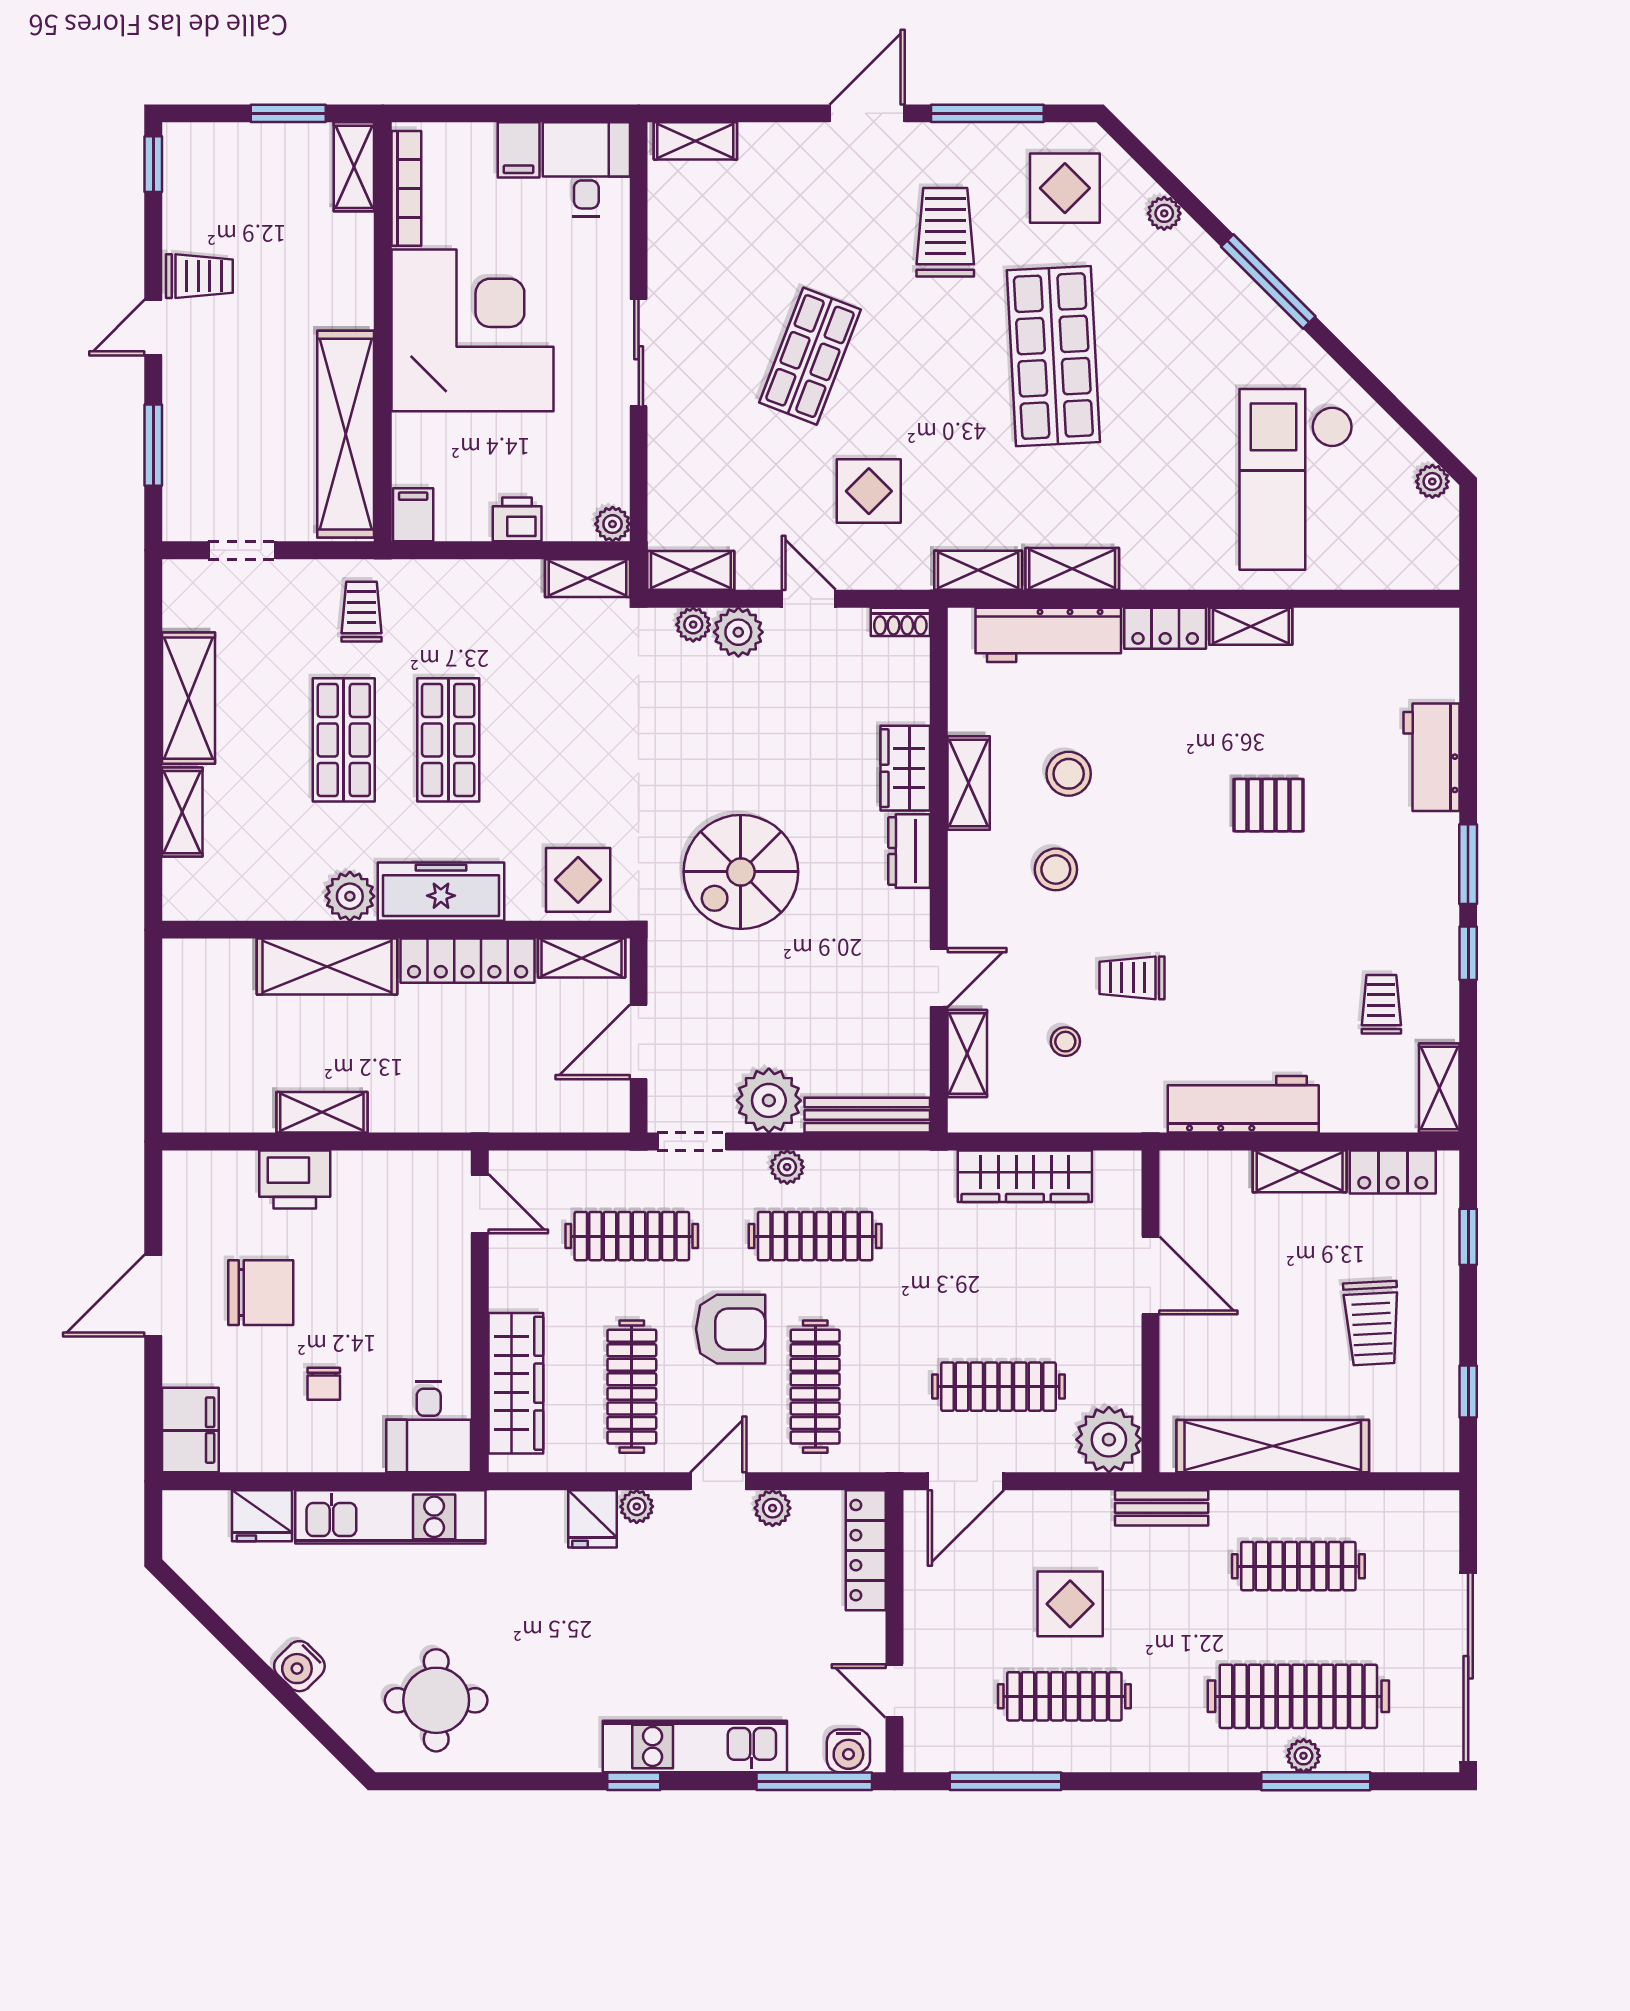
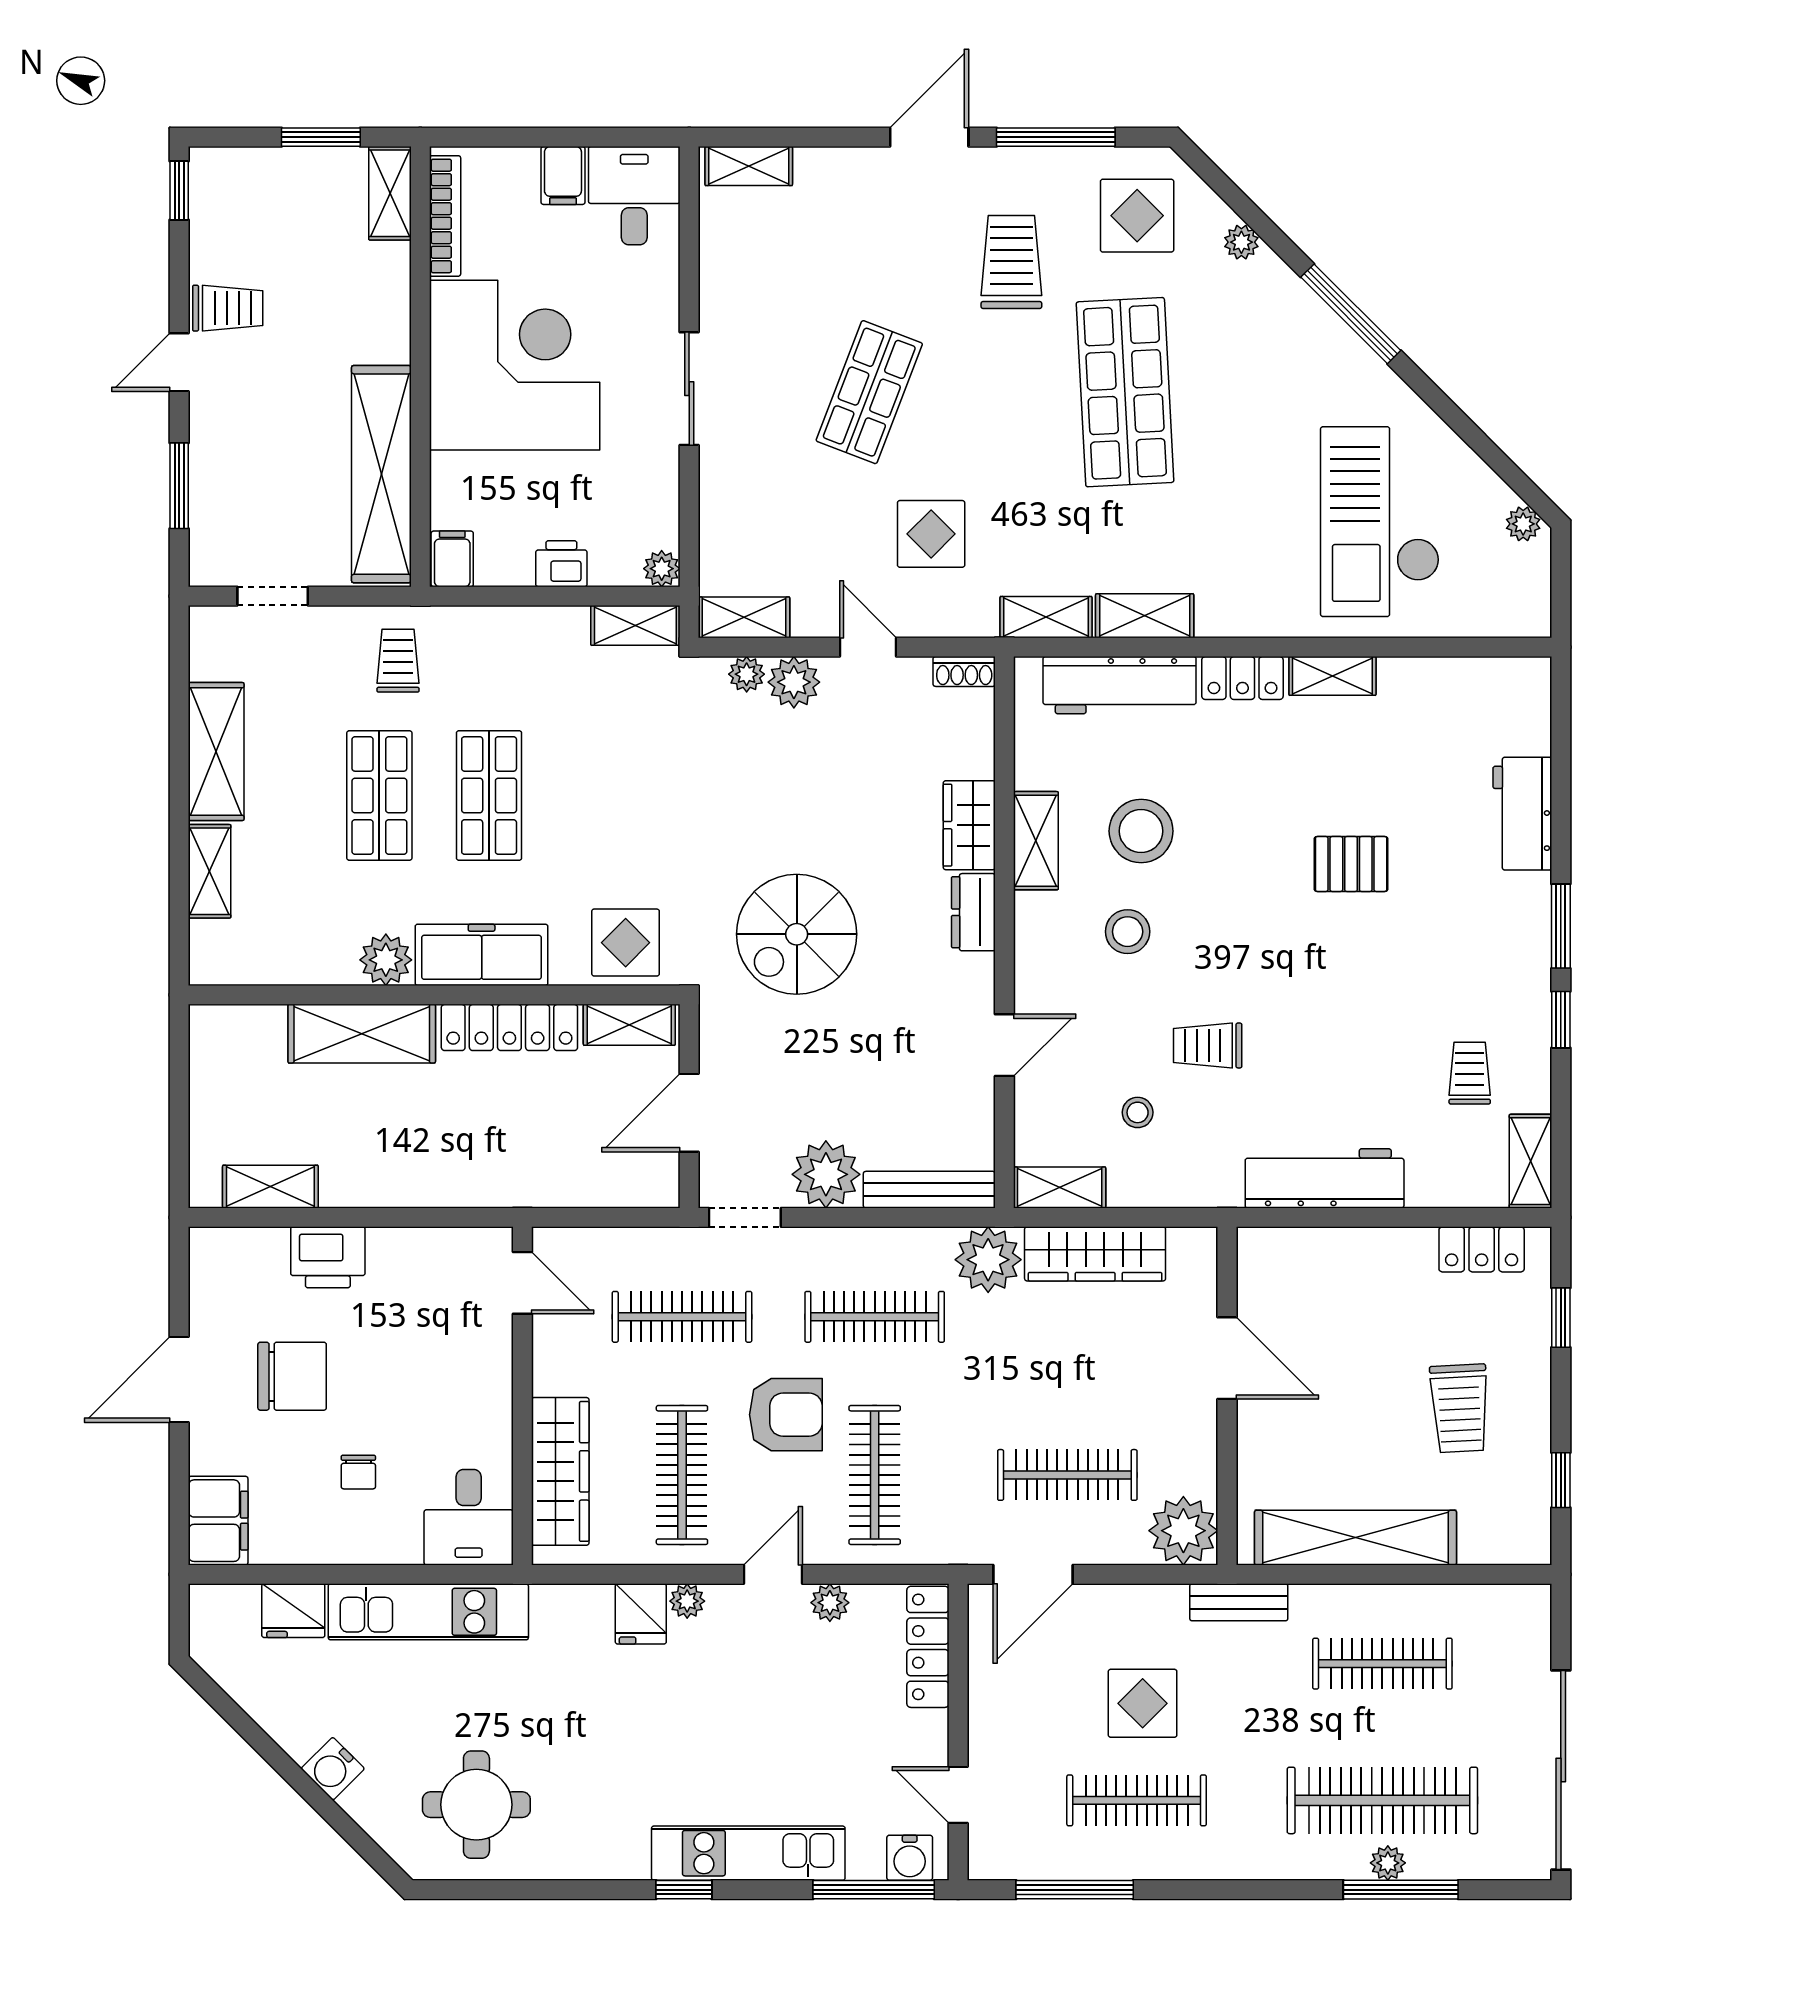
stool: (1069, 774) -> (1141, 831), width x1.38, depth x1.38
shelving: (967, 1054) -> (1060, 1187), moved, turned 90
shelving: (322, 1112) -> (270, 1187), moved
plant: (787, 1167) -> (988, 1260), moved, width x1.87, depth x1.87
shelving: (1300, 1171) -> (1384, 1249), removed

